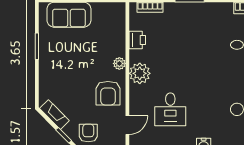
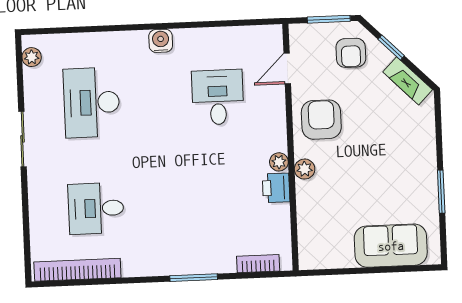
printer: (137, 40) -> (276, 188), moved
plant: (140, 73) -> (279, 162), width x0.53, depth x0.53

